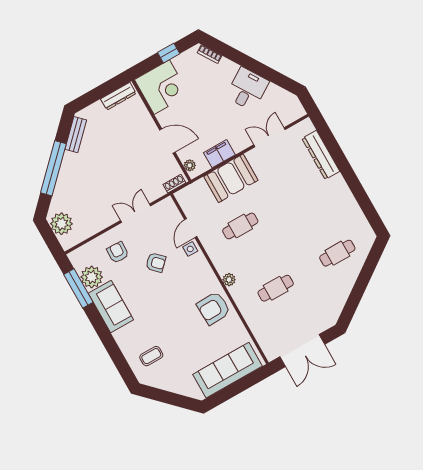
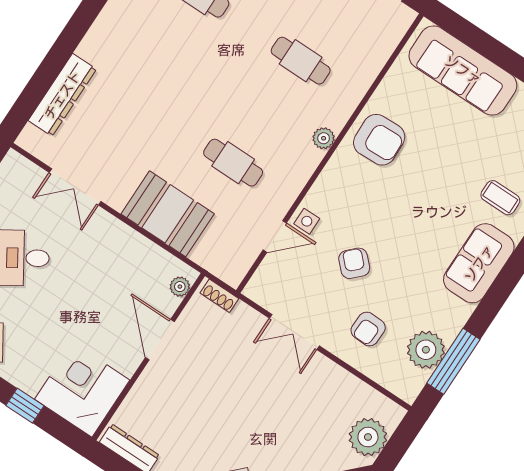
filing cabinet: (219, 154) -> (139, 250), removed
sofa: (111, 307) -> (479, 263), moved

